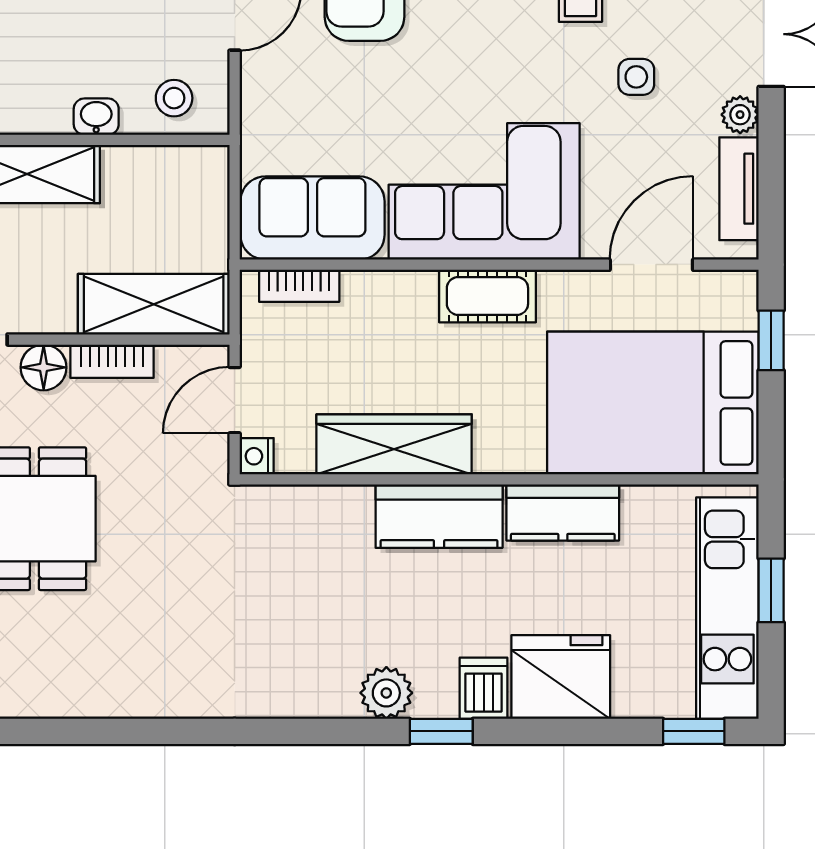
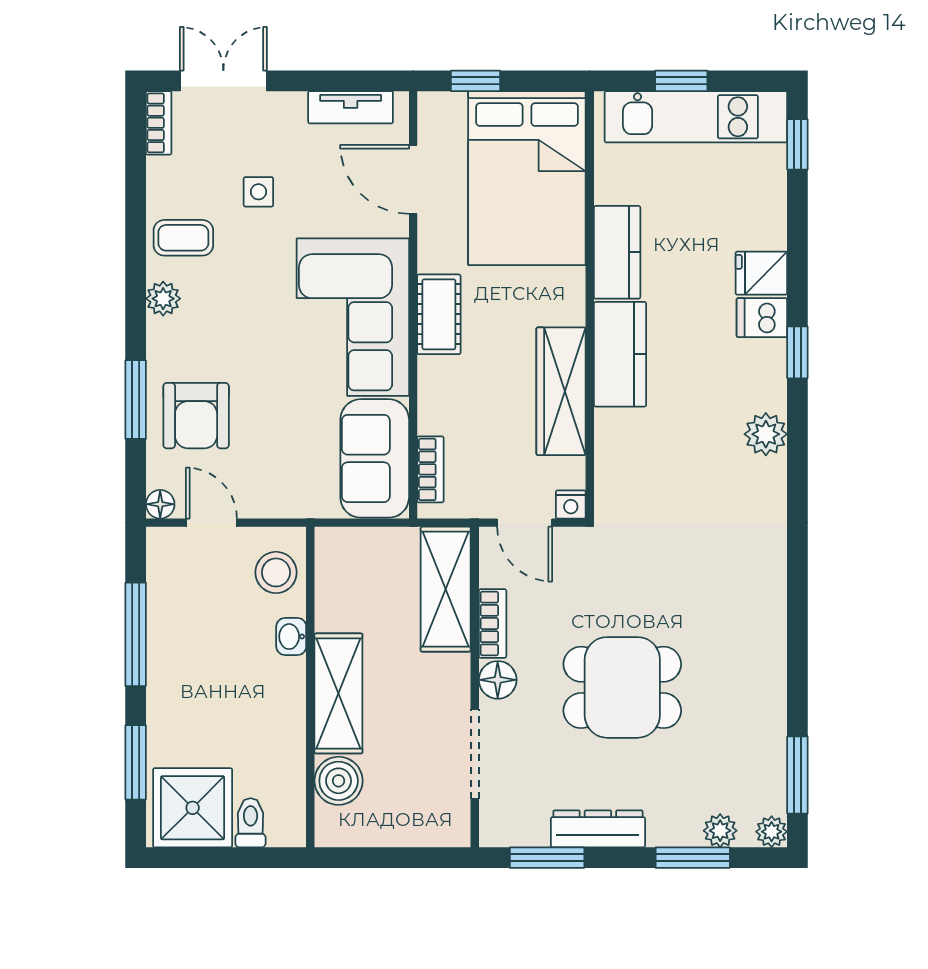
stool: (174, 98) -> (276, 572), width x1.37, depth x1.37
plant: (740, 115) -> (290, 106), removed
fridge: (561, 677) -> (761, 273), width x0.53, depth x0.75
plant: (386, 693) -> (766, 434), moved

